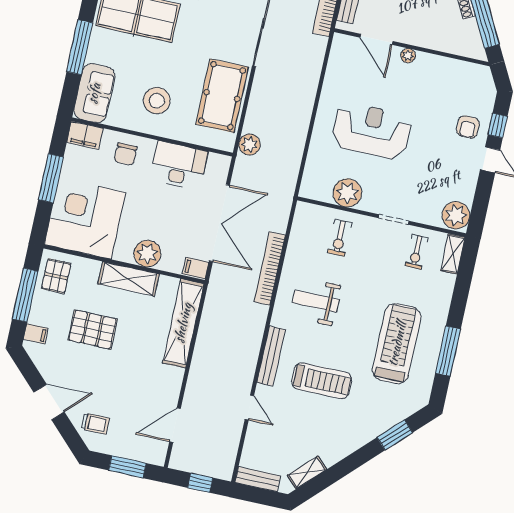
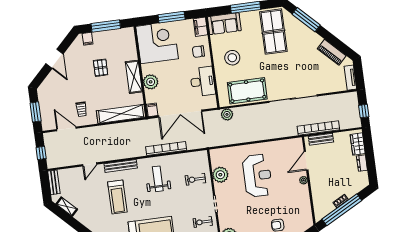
pallet: (56, 276) -> (122, 38), removed
pallet: (93, 330) -> (101, 68), width x0.67, depth x0.71
trolley: (95, 424) -> (81, 109), moved

